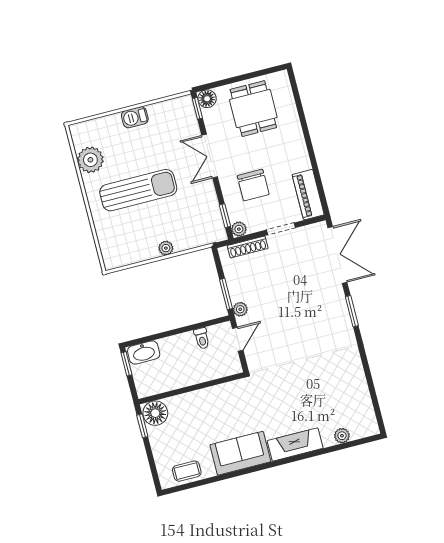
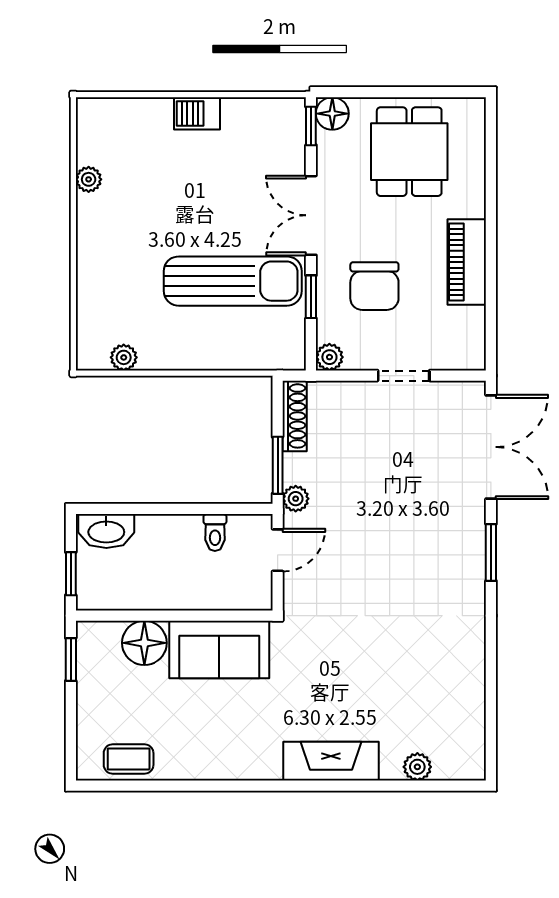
plant: (90, 160) -> (89, 179), width x0.53, depth x0.53
sun lounger: (138, 190) -> (233, 281), moved
piano: (308, 195) -> (467, 262), moved
window: (225, 216) -> (311, 297), moved
shoe rack: (248, 247) -> (295, 416), moved, turned -90
plant: (166, 248) -> (124, 357), moved
window: (126, 364) -> (71, 574), moved
floor lamp: (155, 413) -> (144, 643), moved
sofa: (240, 453) -> (219, 650), moved, turned 180

